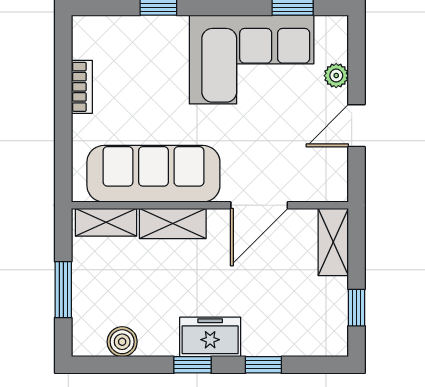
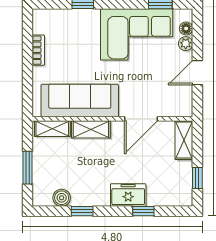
floor lamp: (337, 49) -> (186, 28), added
freezer: (210, 337) -> (128, 195), moved
window: (192, 365) -> (82, 211), moved

